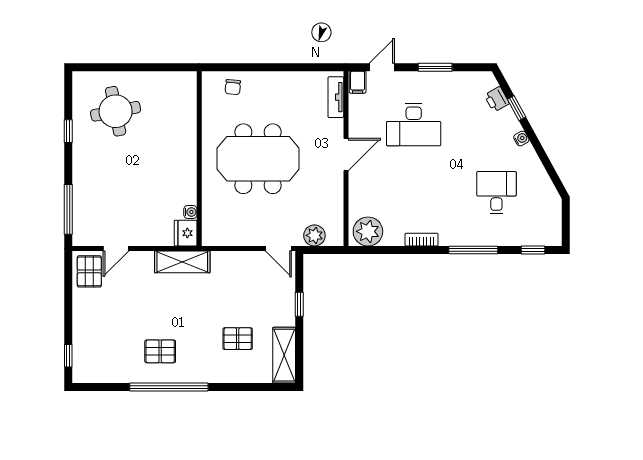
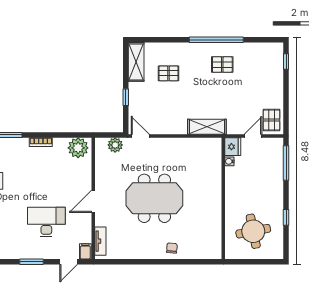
wall: (199, 159) -> (223, 198), moved
water cooler: (190, 212) -> (229, 161), moved
fridge: (186, 233) -> (233, 147), moved

